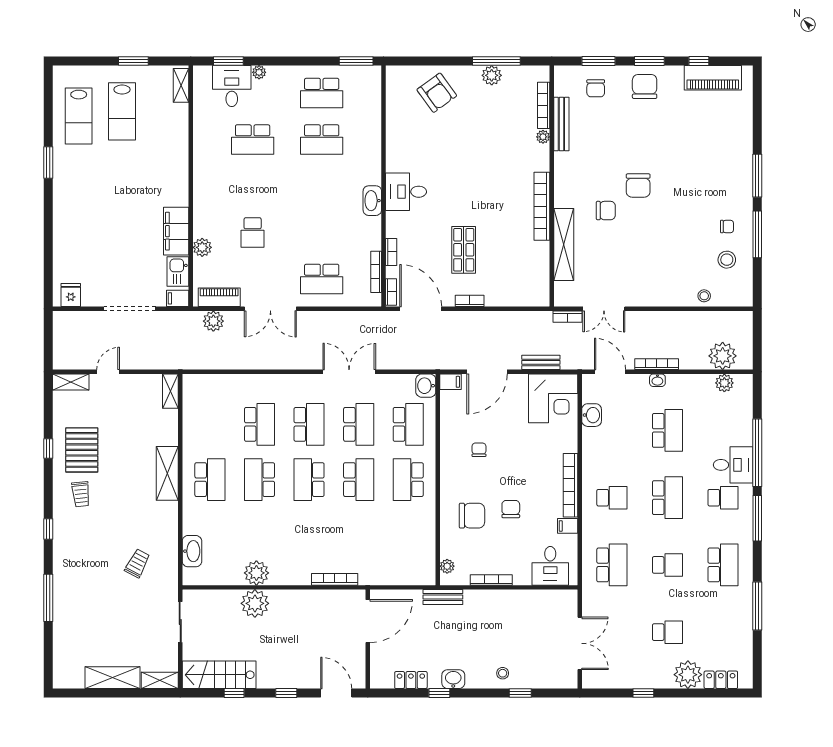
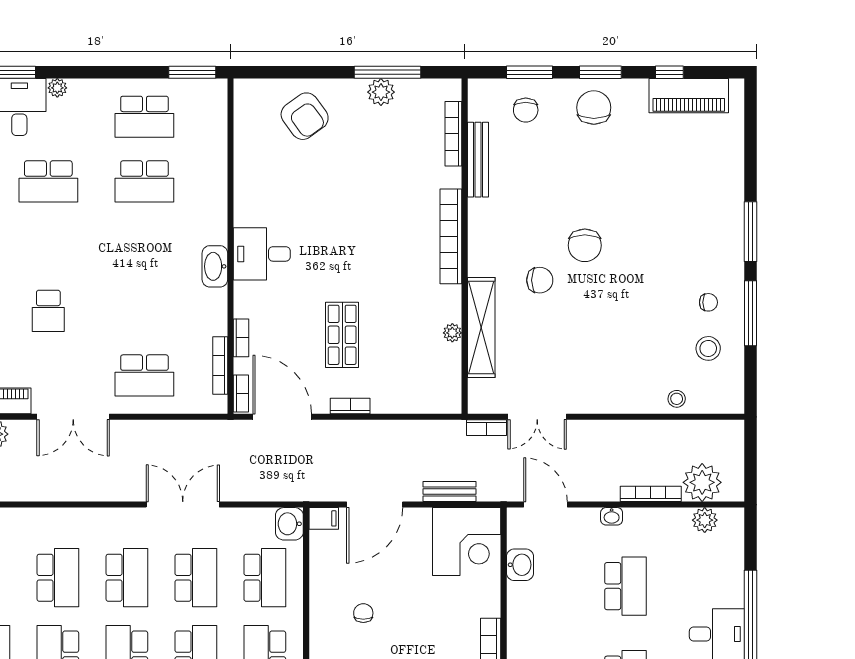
plant: (543, 137) -> (452, 333), moved
bookcase: (542, 206) -> (451, 236), moved
bookcase: (657, 364) -> (651, 494), moved

